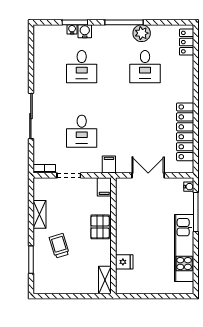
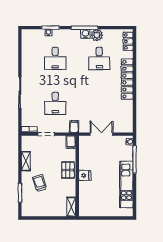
water cooler: (85, 31) -> (85, 34), moved
locker: (185, 132) -> (127, 79), moved
fridge: (124, 262) -> (85, 175), moved

